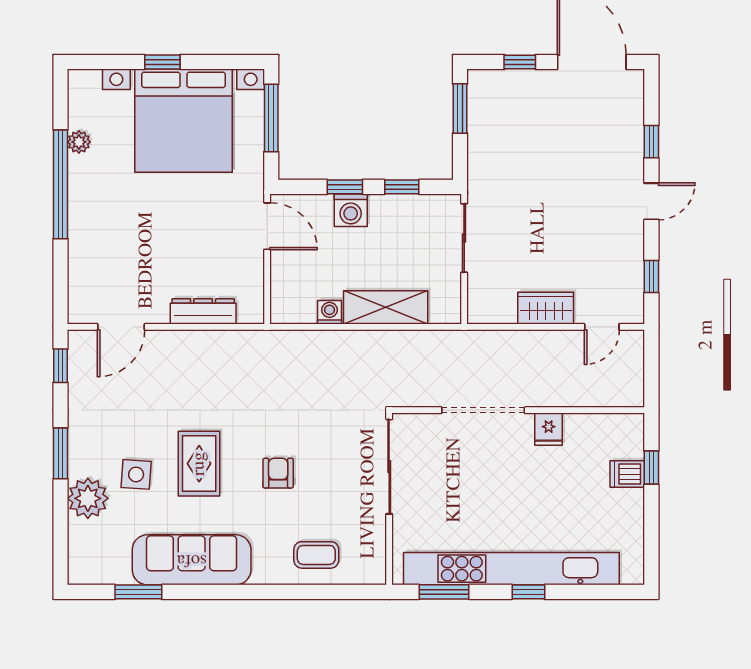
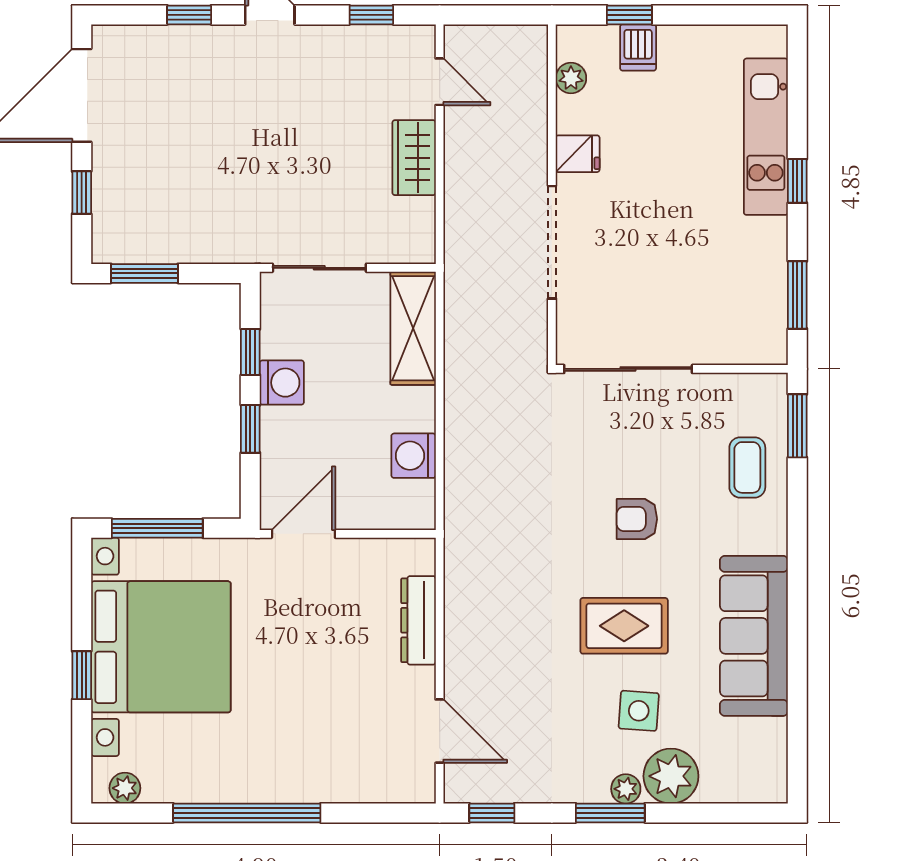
plant: (79, 142) -> (125, 788), moved
washing machine: (351, 210) -> (282, 383), moved
shelving: (386, 307) -> (413, 328), moved
washing machine: (329, 312) -> (414, 456), width x1.38, depth x1.38
plant: (605, 424) -> (571, 78), added
plant: (78, 465) -> (626, 789), added
kitchen unit: (511, 569) -> (766, 137), width x0.54
window: (138, 592) -> (797, 426), moved

